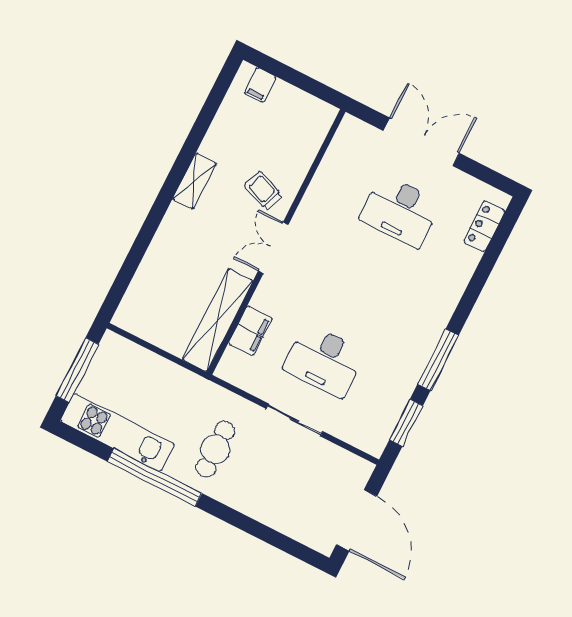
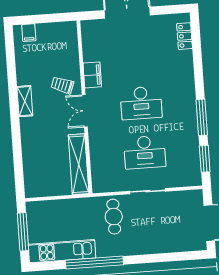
desk: (400, 211) -> (141, 103), moved
filing cabinet: (250, 331) -> (92, 75), moved
cafe table: (215, 449) -> (114, 217), moved

